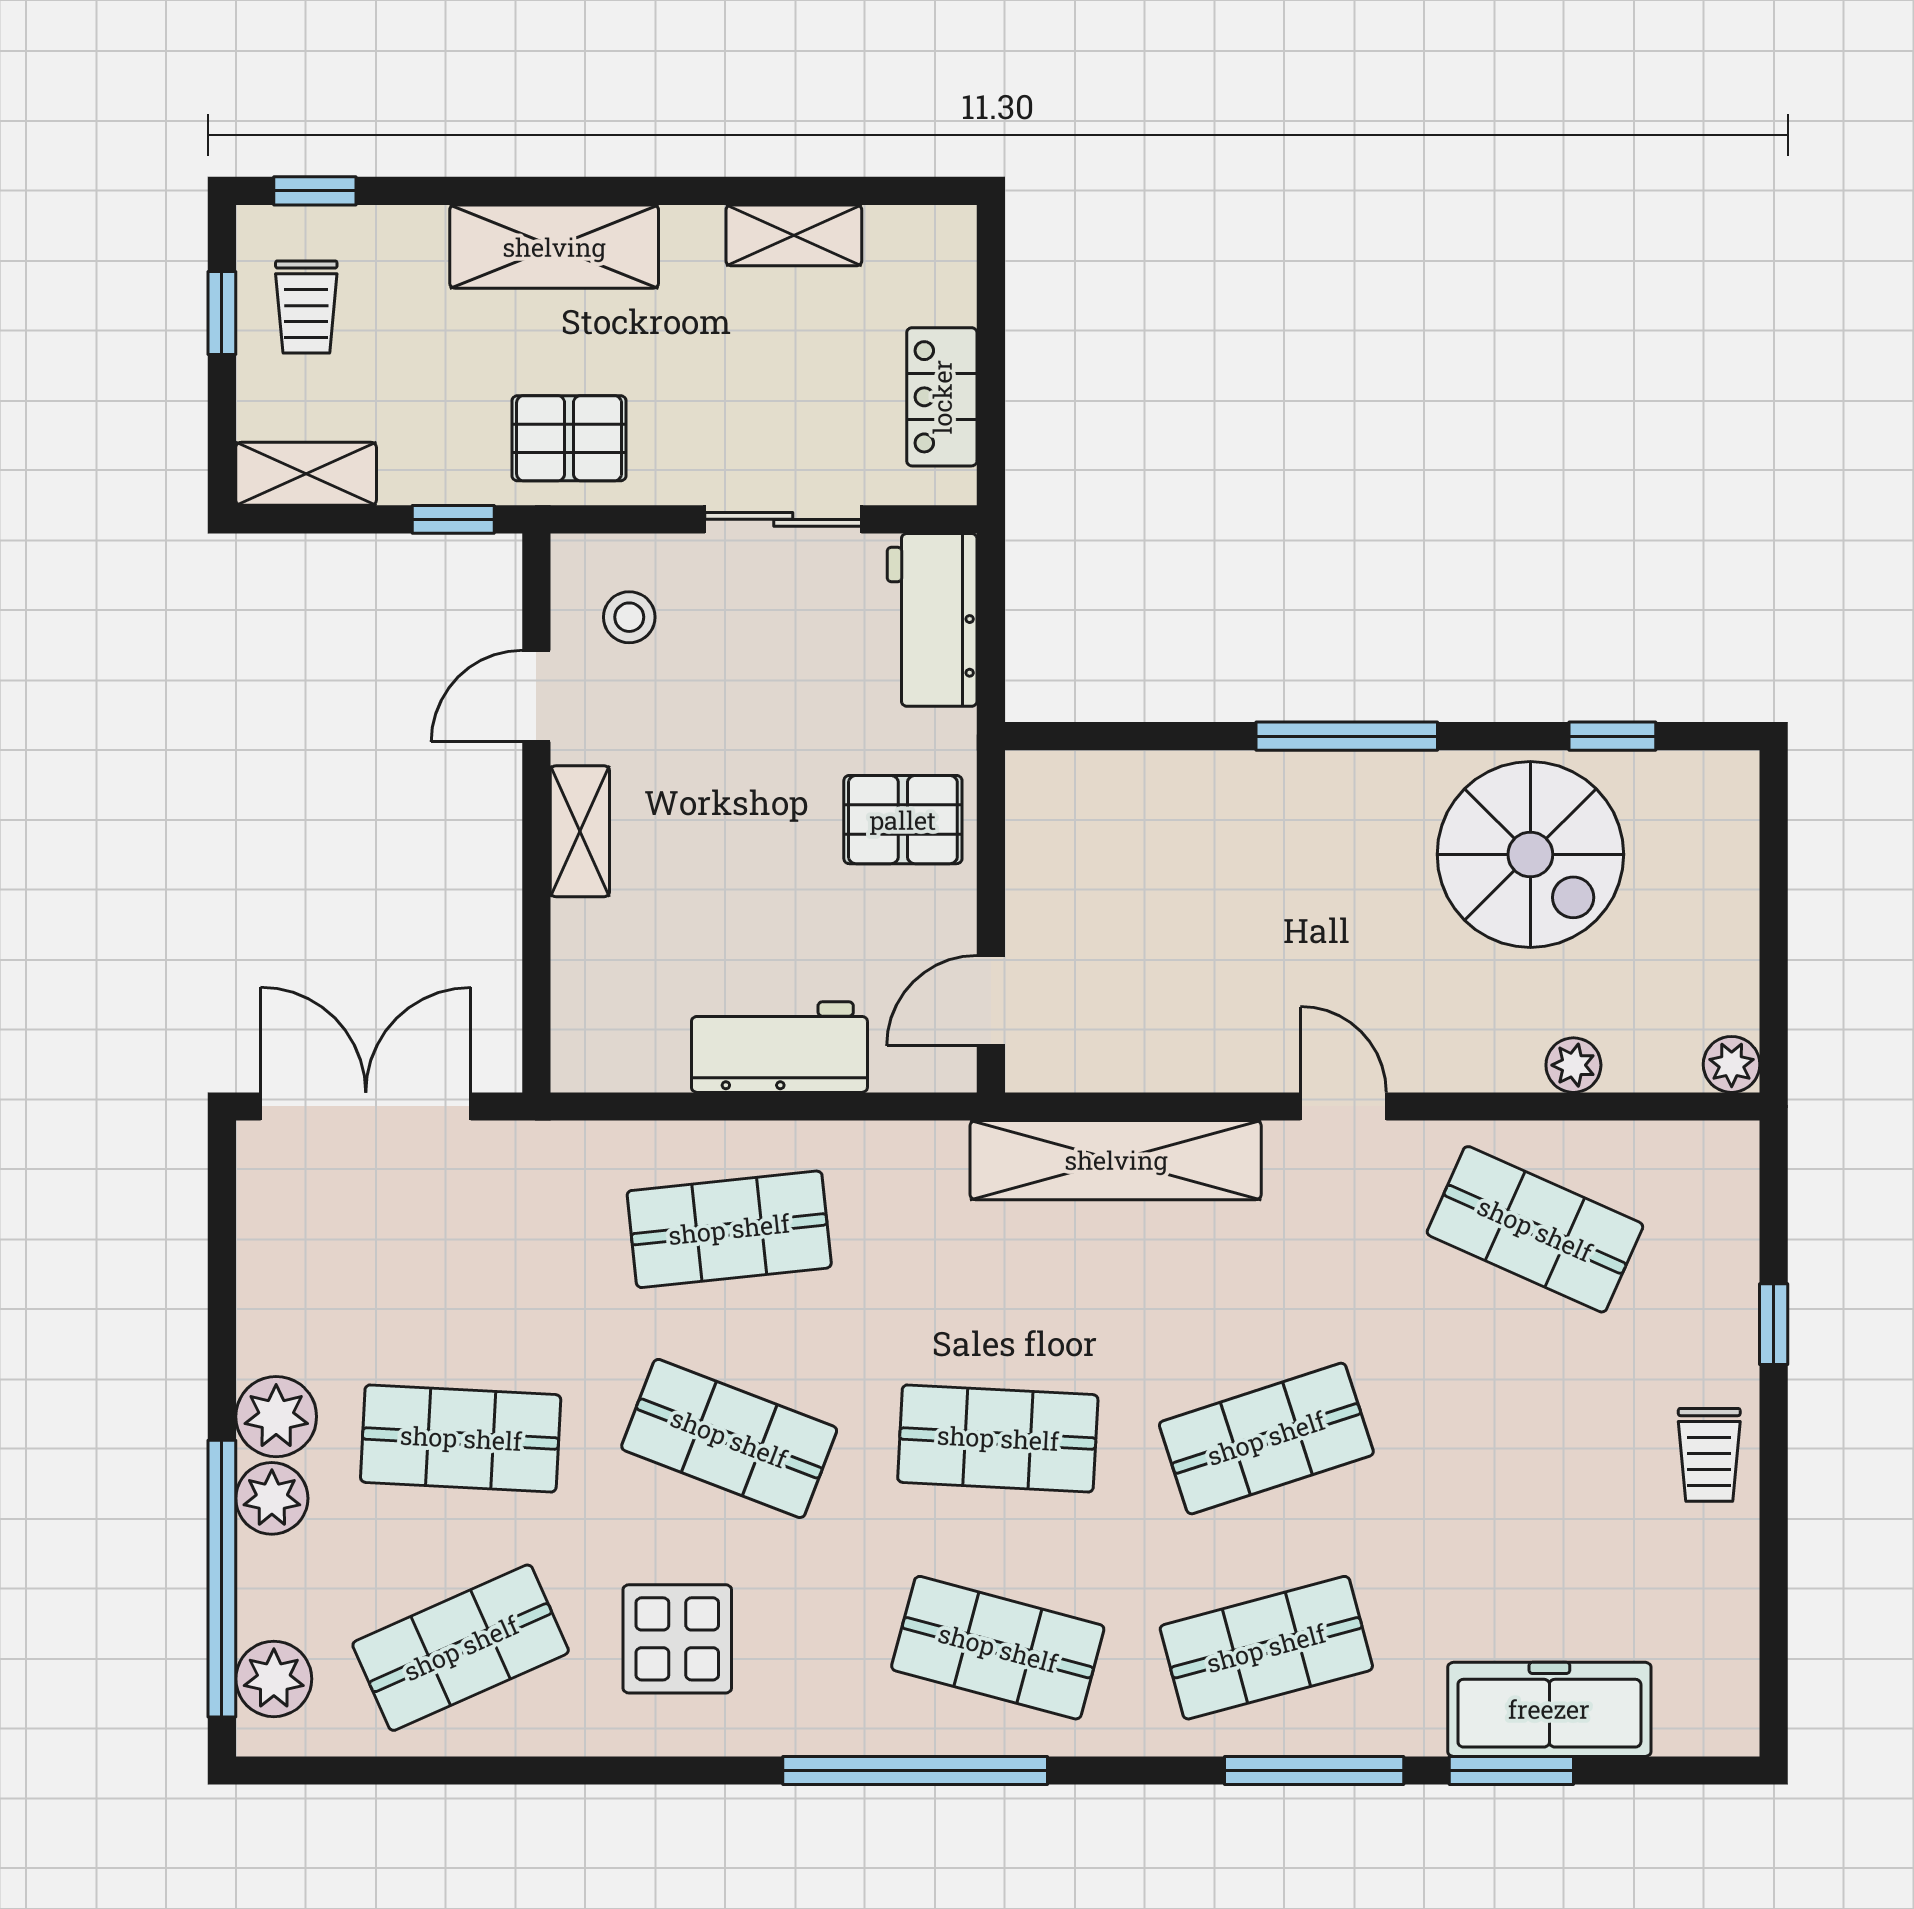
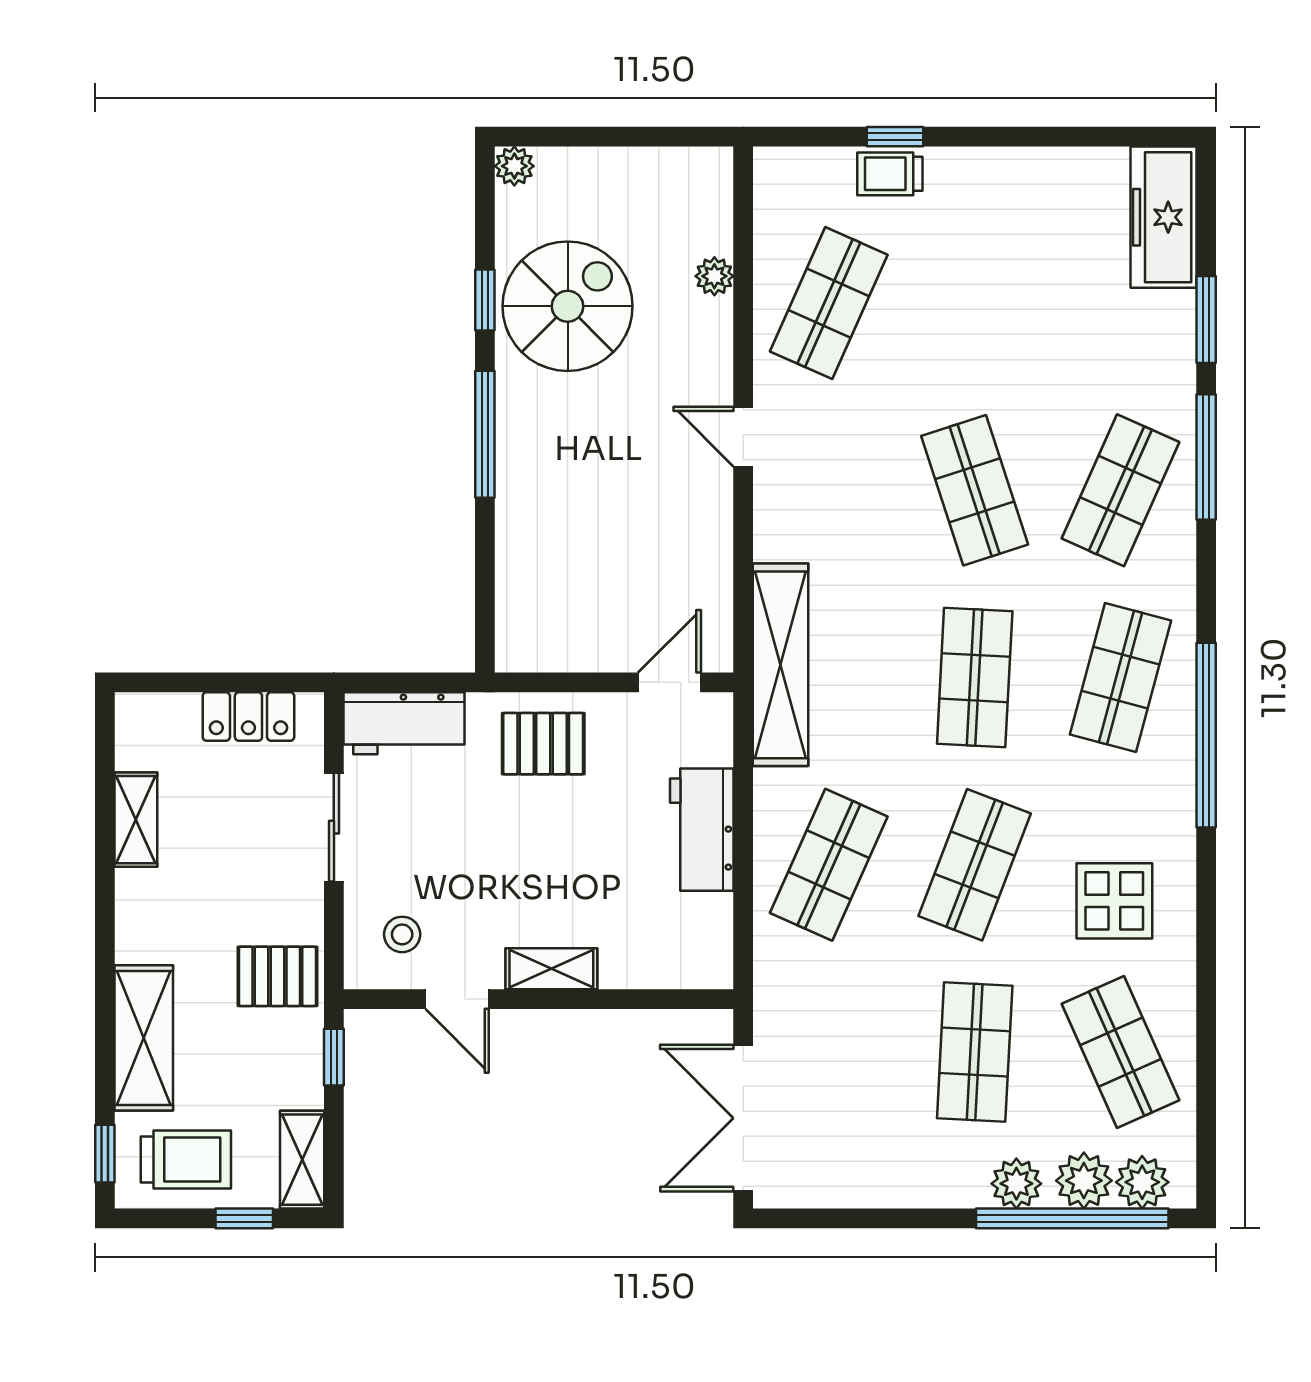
shelving: (554, 247) -> (144, 1038), moved
trolley: (306, 307) -> (186, 1160), width x1.36, depth x1.39
window: (222, 313) -> (244, 1218), moved
pallet: (569, 438) -> (277, 976), turned 90
window: (1612, 736) -> (485, 300), moved
pallet: (903, 820) -> (543, 744), turned 90
door: (991, 1001) -> (669, 682), swing flipped
plant: (1732, 1064) -> (514, 166), moved
door: (1343, 1106) -> (743, 437), hinge flipped
shelving: (1116, 1160) -> (781, 665), moved
shop shelf: (729, 1229) -> (829, 865), turned 30
plant: (276, 1417) -> (1084, 1181), moved
trolley: (1709, 1455) -> (890, 174), moved, turned 180
shop shelf: (1266, 1648) -> (1120, 490), turned 39
freezer: (1549, 1709) -> (1163, 217), moved

